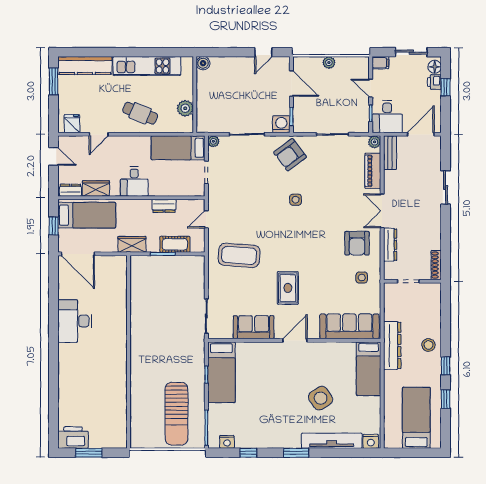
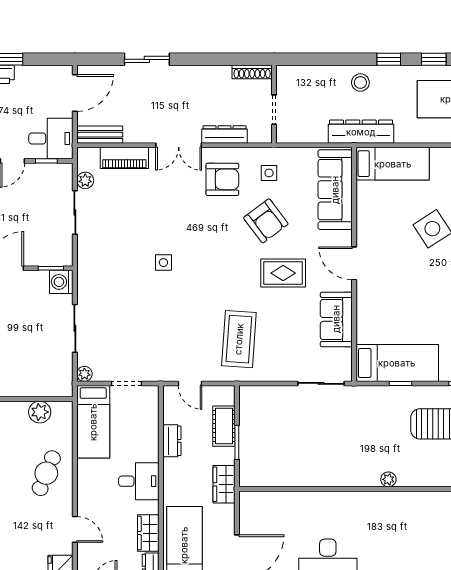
door: (421, 134) -> (75, 93), swing flipped
plant: (375, 142) -> (85, 180), moved
armchair: (290, 155) -> (266, 221), moved
plant: (136, 366) -> (388, 479), added

